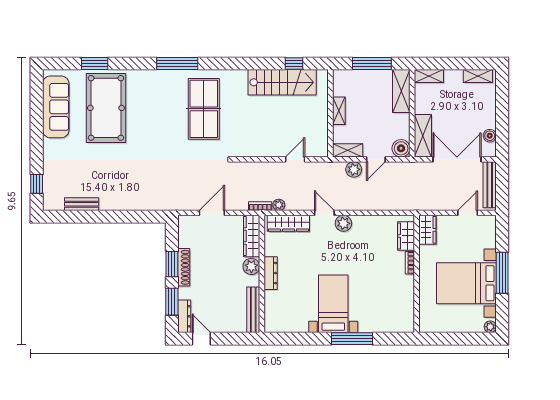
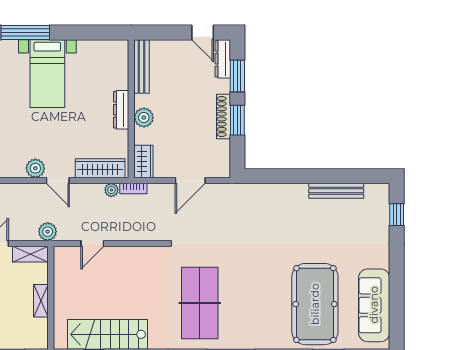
plant: (354, 169) -> (48, 232), moved
bench: (82, 204) -> (336, 191), width x1.36
wardrobe: (252, 236) -> (143, 161), width x0.67

